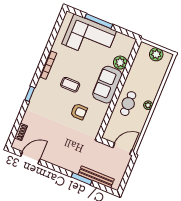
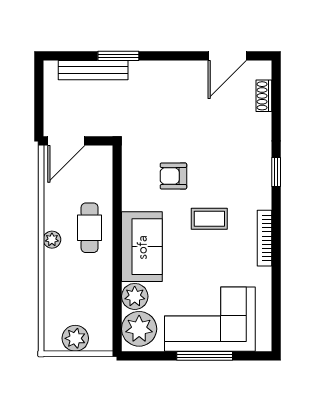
plant: (124, 46) -> (139, 329), added

